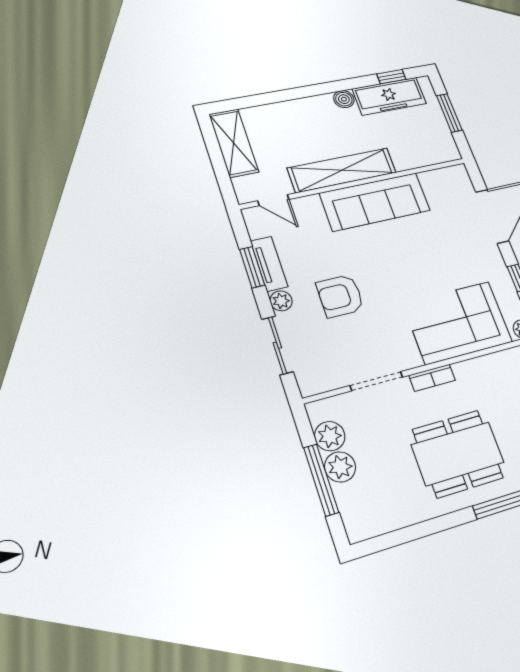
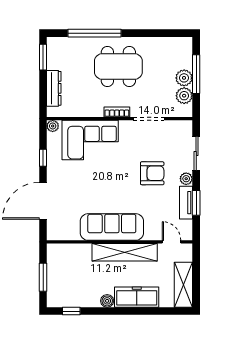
freezer: (389, 96) -> (137, 297), moved

